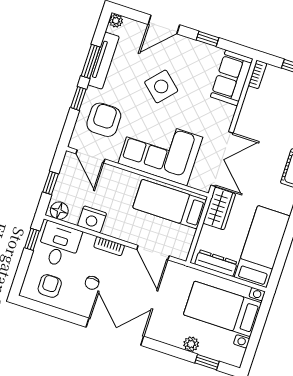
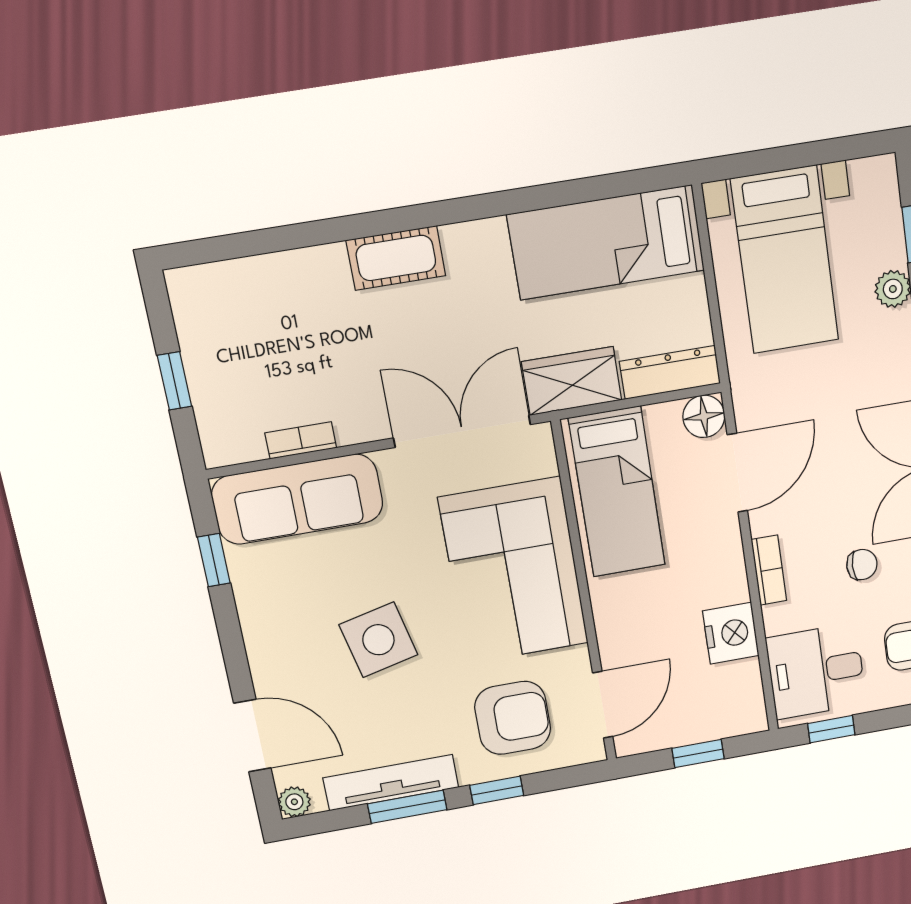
door: (164, 25) -> (252, 736), moved
window: (208, 39) -> (214, 560), moved
bookcase: (257, 74) -> (301, 440), moved
sofa: (232, 78) -> (297, 499), width x1.36
side table: (161, 86) -> (378, 640), turned 35
armchair: (104, 120) -> (513, 718), turned 180
floor lamp: (59, 211) -> (704, 416), moved
dresser: (216, 263) -> (670, 372), moved, turned 90

